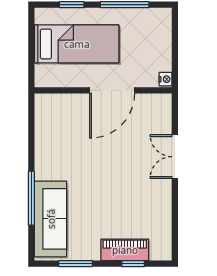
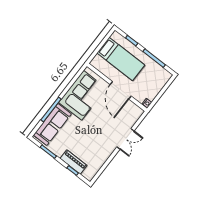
door: (112, 90) -> (121, 90), hinge flipped
corner sofa: (62, 141) -> (83, 95), added
double door: (175, 157) -> (125, 139), swing flipped

